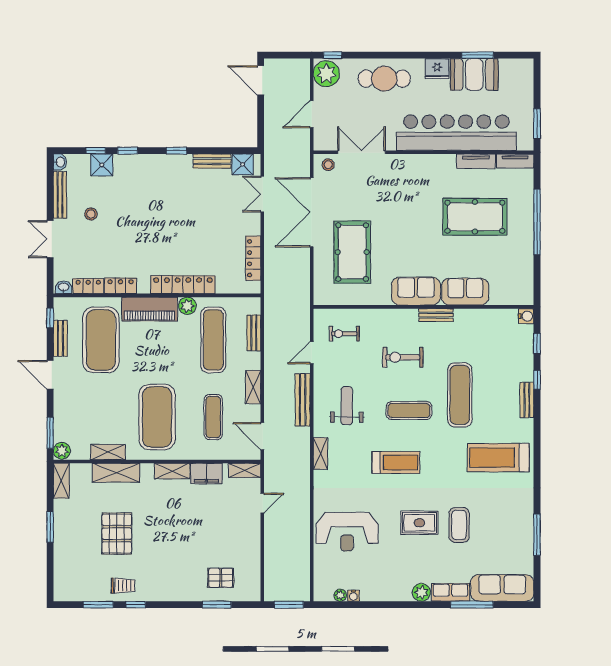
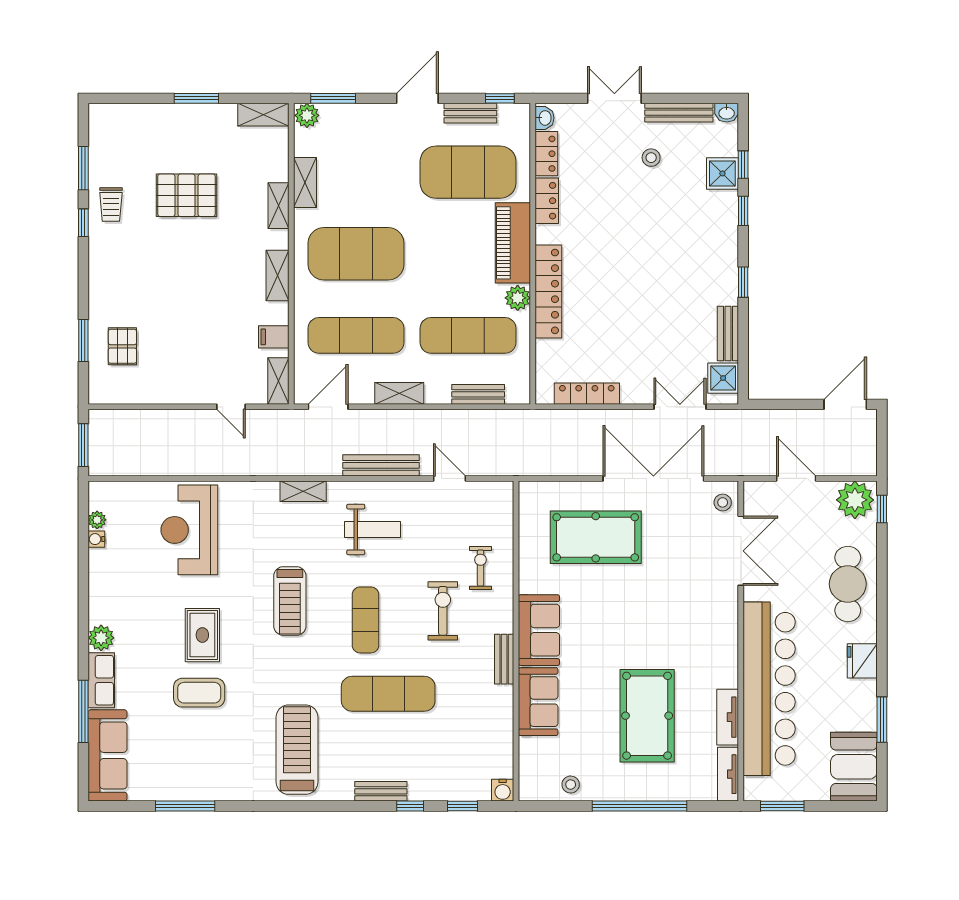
booth: (474, 74) -> (854, 767), moved
stool: (522, 269) -> (571, 785), added
exercise bike: (344, 334) -> (481, 568), moved
exercise mat: (213, 417) -> (356, 335), width x1.36, depth x1.45
shelving: (116, 473) -> (279, 206), width x0.67, depth x0.75
filing cabinet: (206, 474) -> (274, 337), width x0.50

